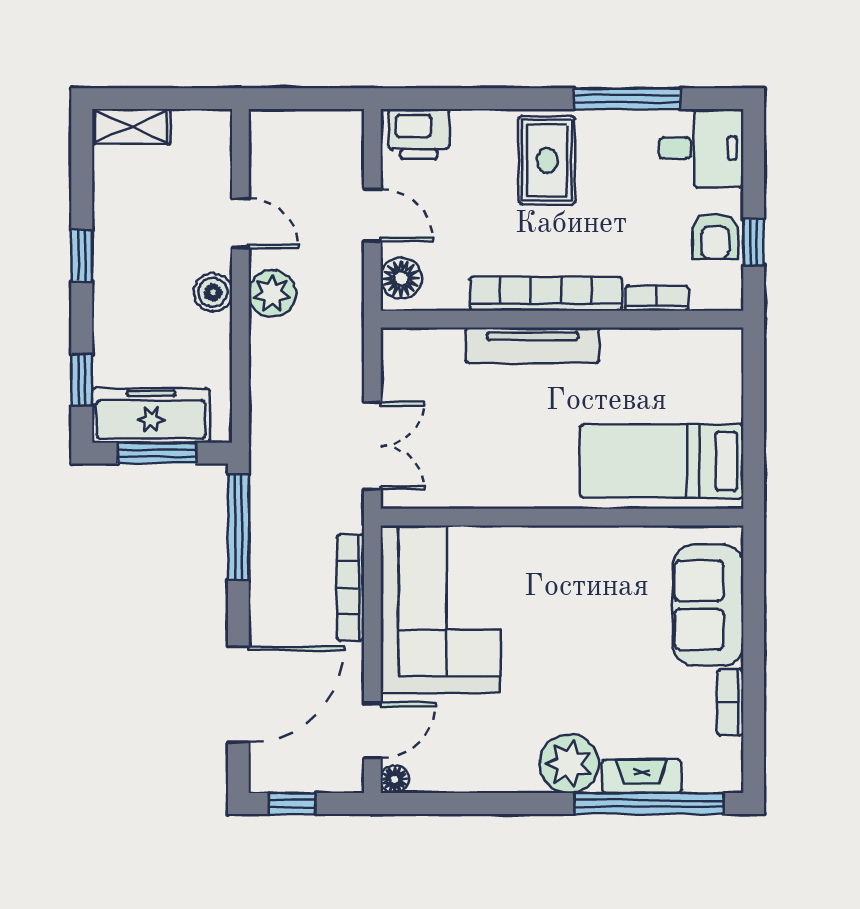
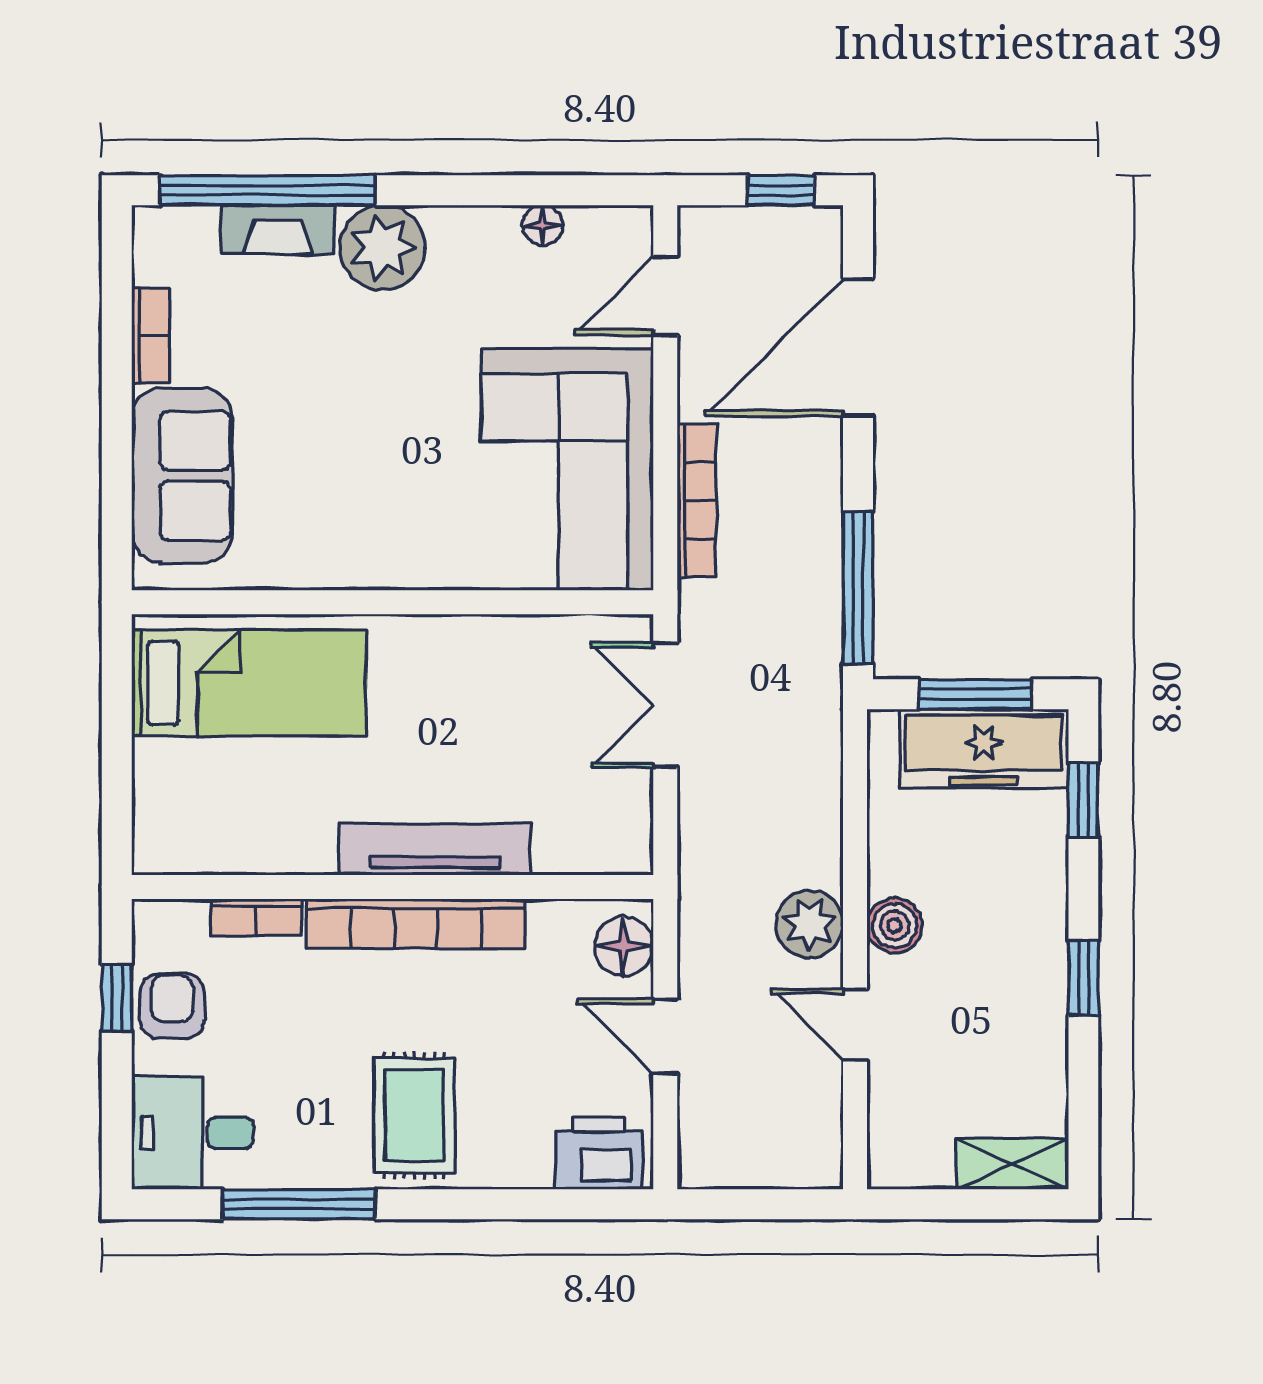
floor lamp: (395, 779) -> (543, 225), moved

